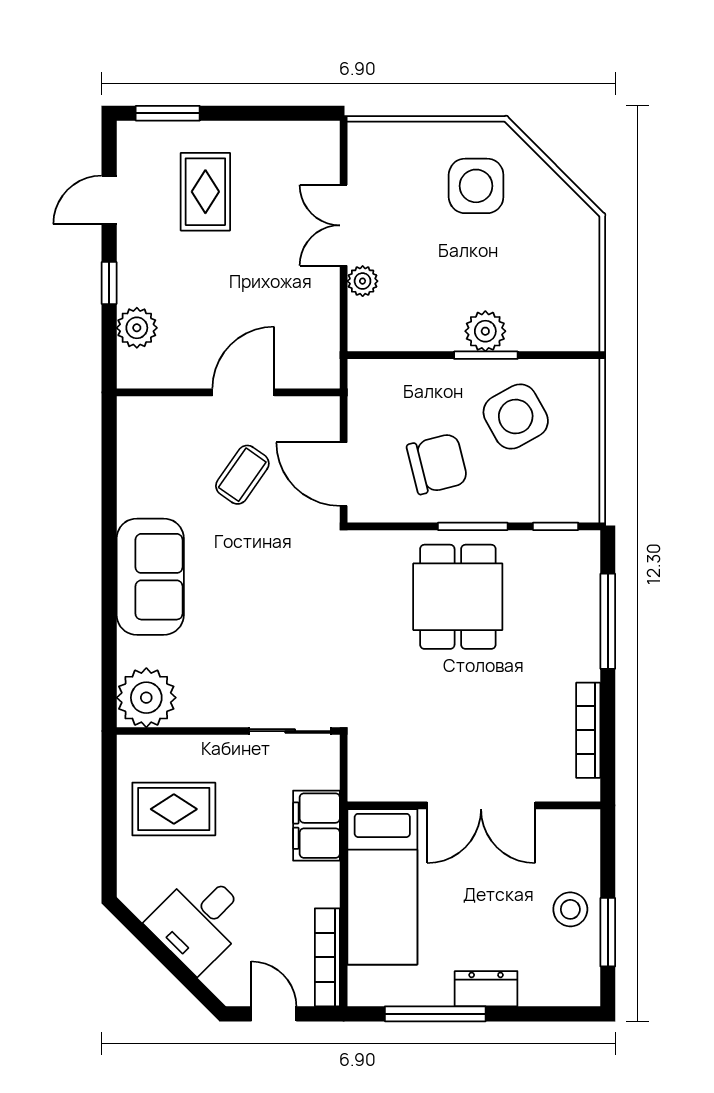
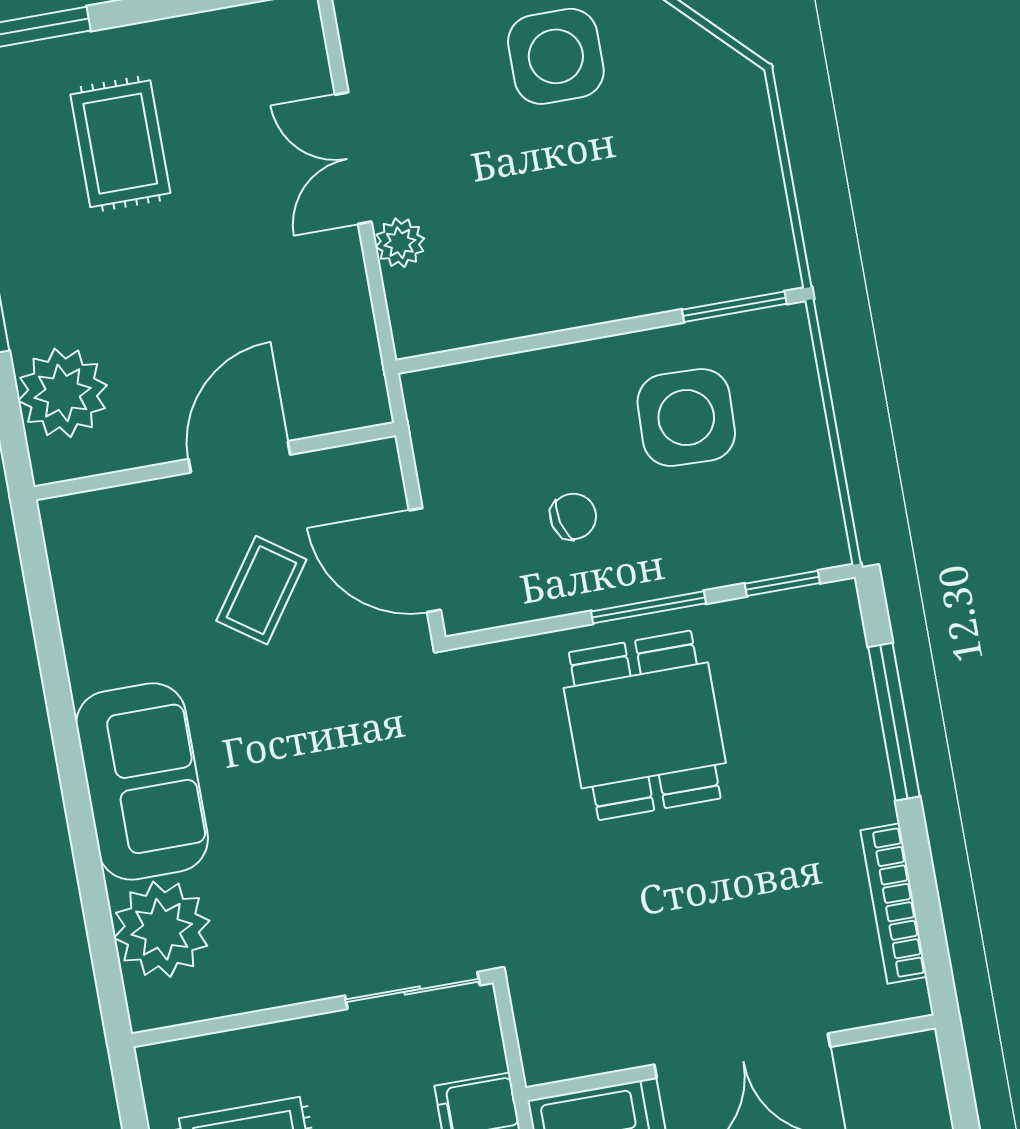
plant: (137, 328) -> (63, 393), width x1.36, depth x1.36
plant: (485, 331) -> (613, 288), removed
window: (486, 355) -> (734, 307), moved
side table: (516, 417) -> (686, 418), turned 31
chair: (437, 464) -> (573, 516), width x0.54, depth x0.54
plant: (146, 698) -> (162, 929), moved

